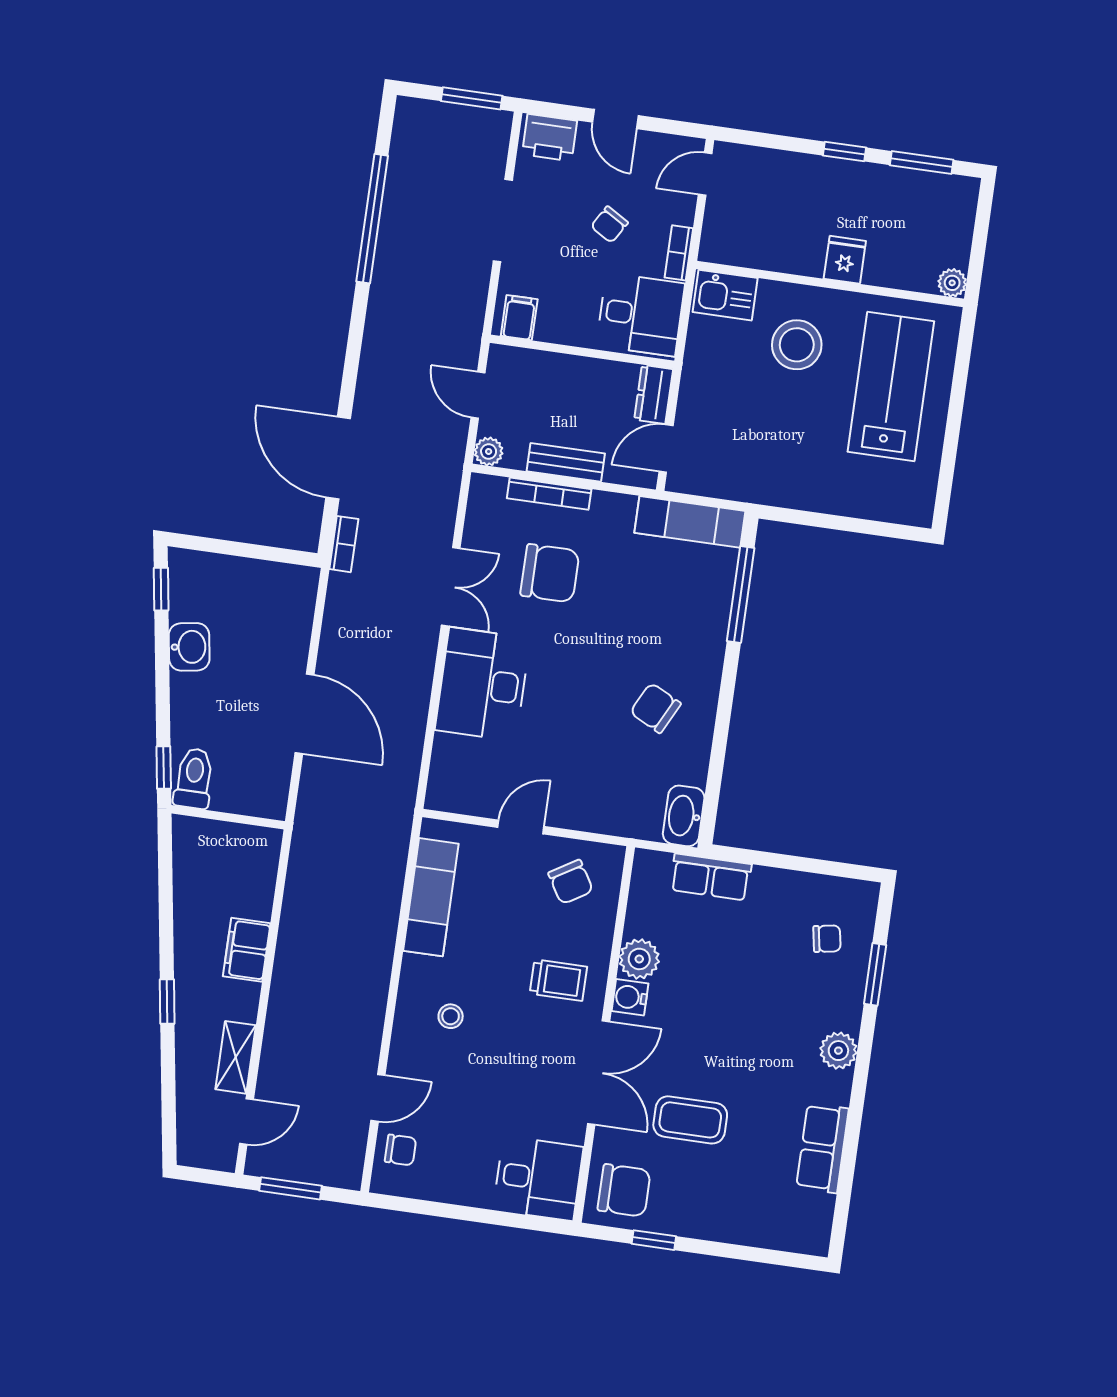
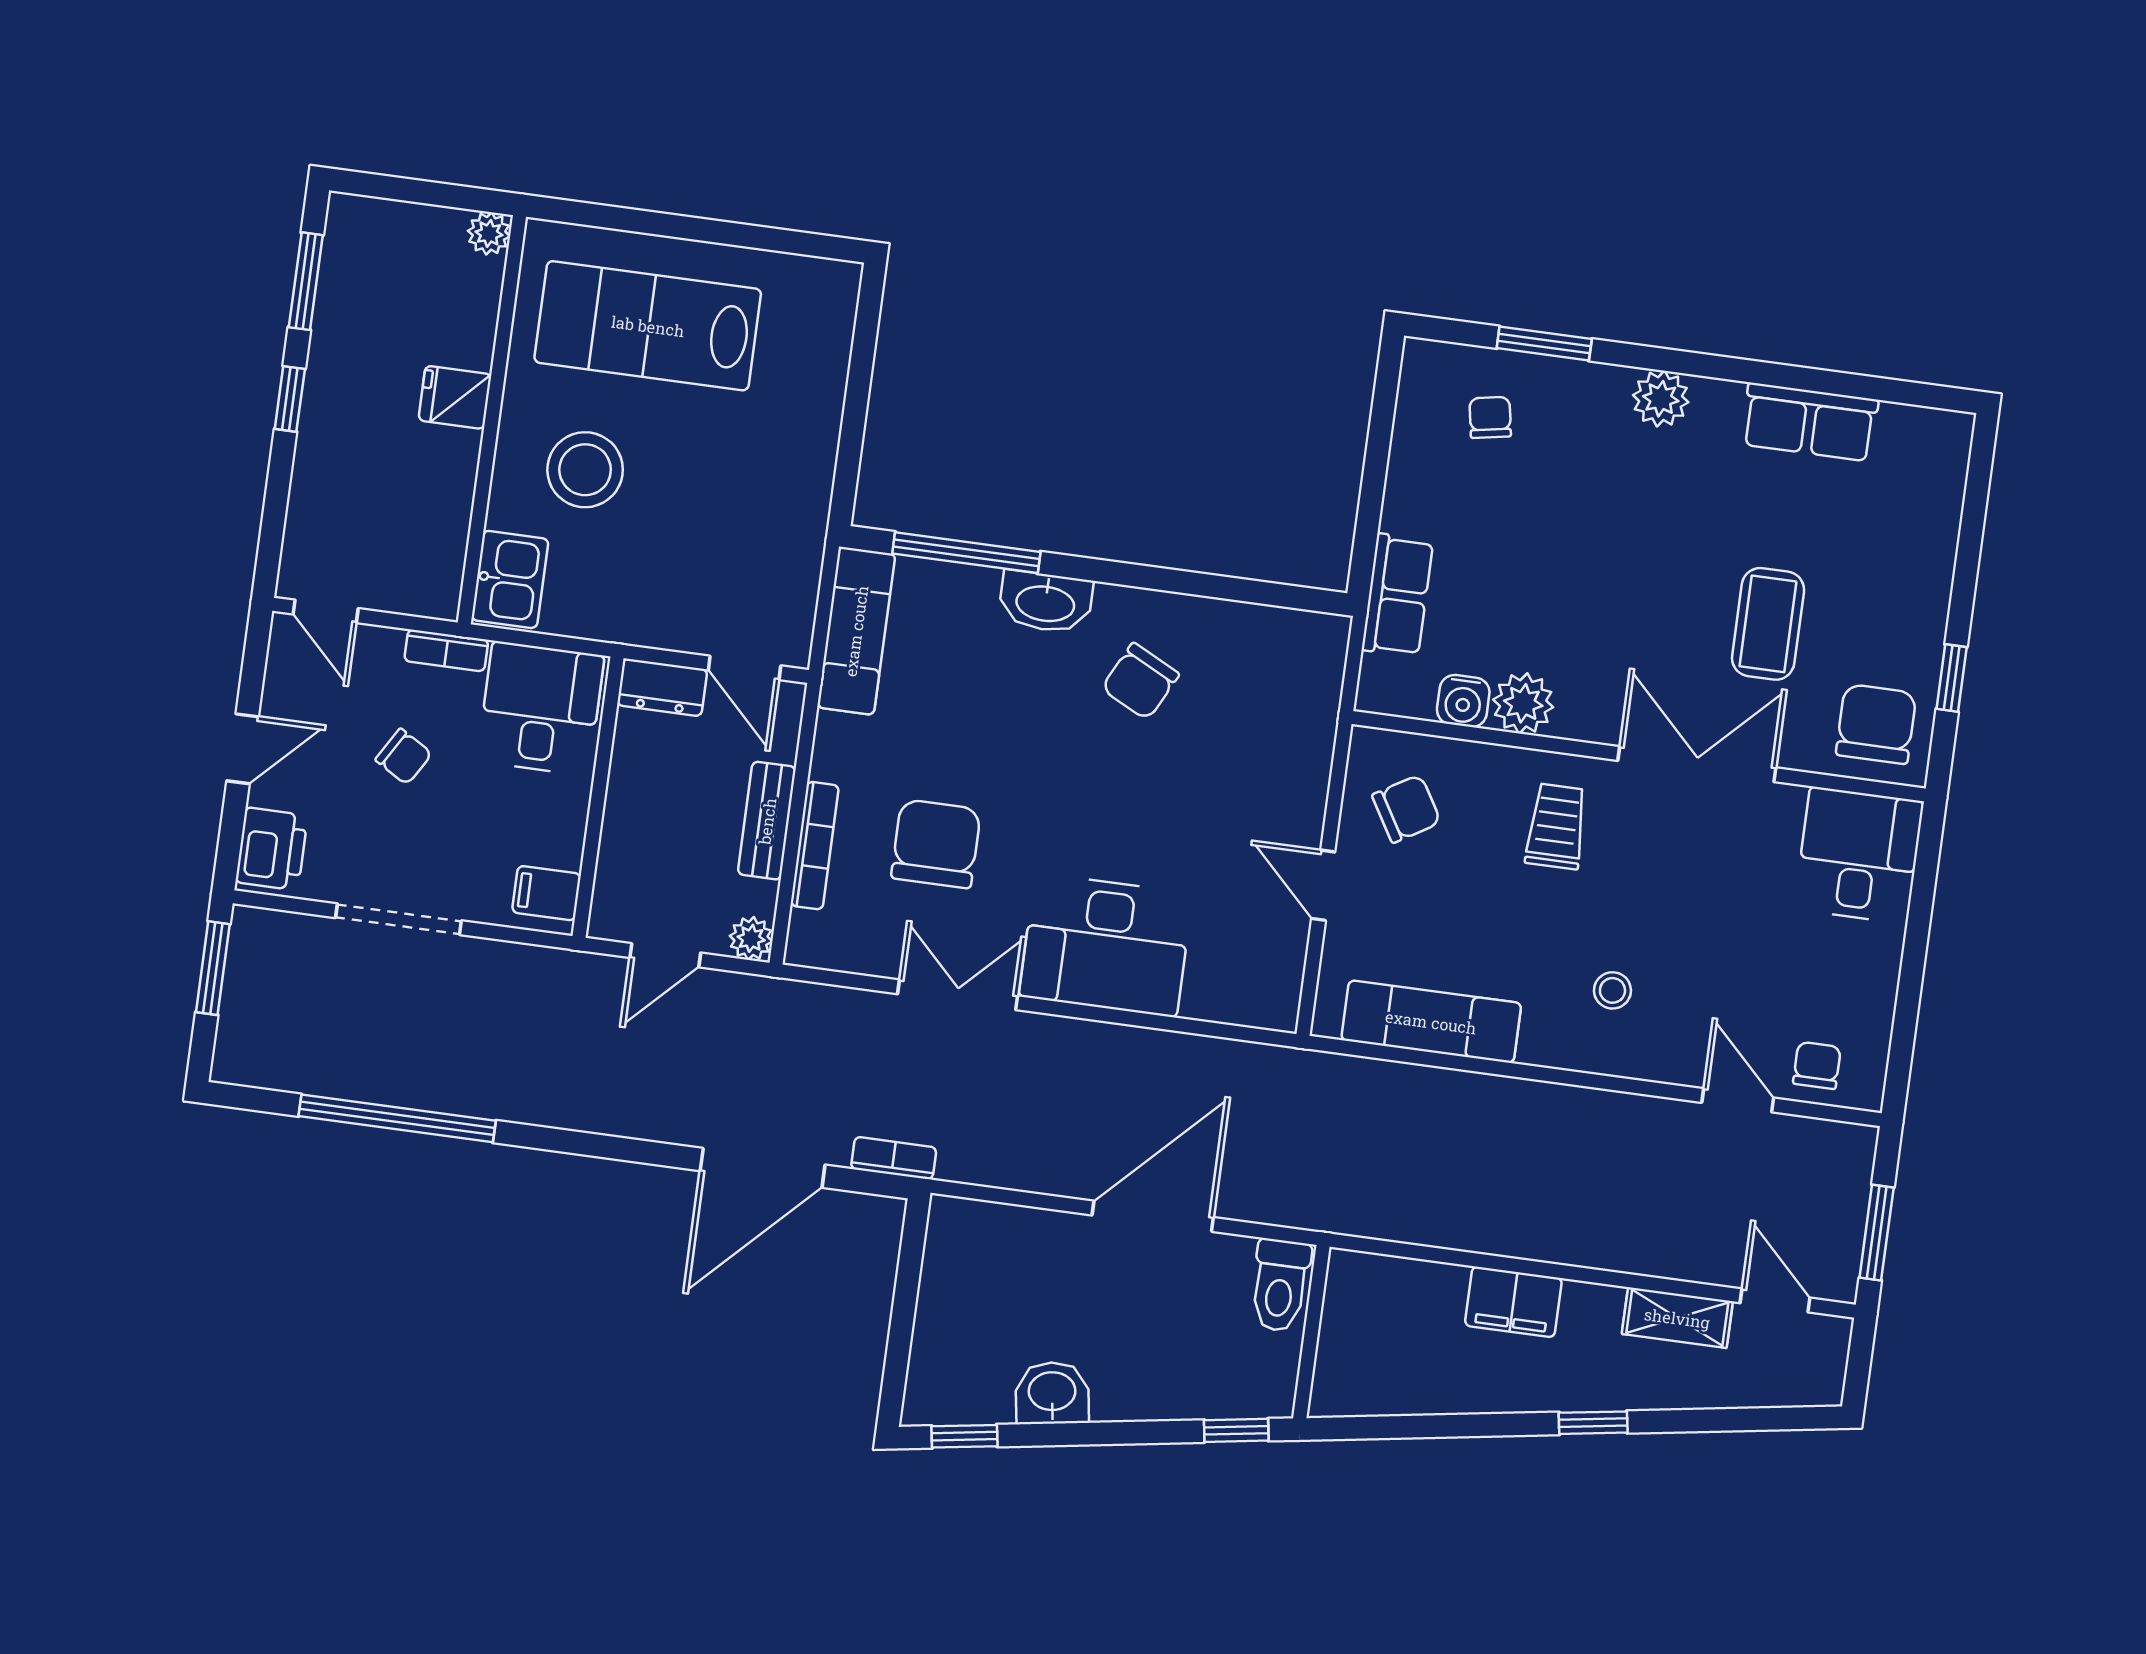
toilet: (194, 778) -> (1280, 1285), moved, turned -90
washbasin: (684, 816) -> (1045, 602), moved
water cooler: (630, 997) -> (1463, 701), moved

